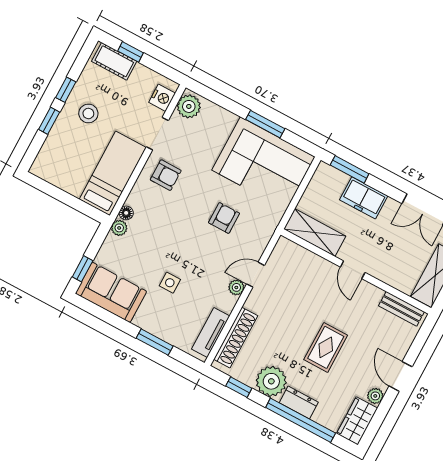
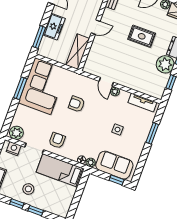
sofa: (111, 292) -> (114, 165), moved, turned 90
shoe rack: (236, 338) -> (143, 88), removed

